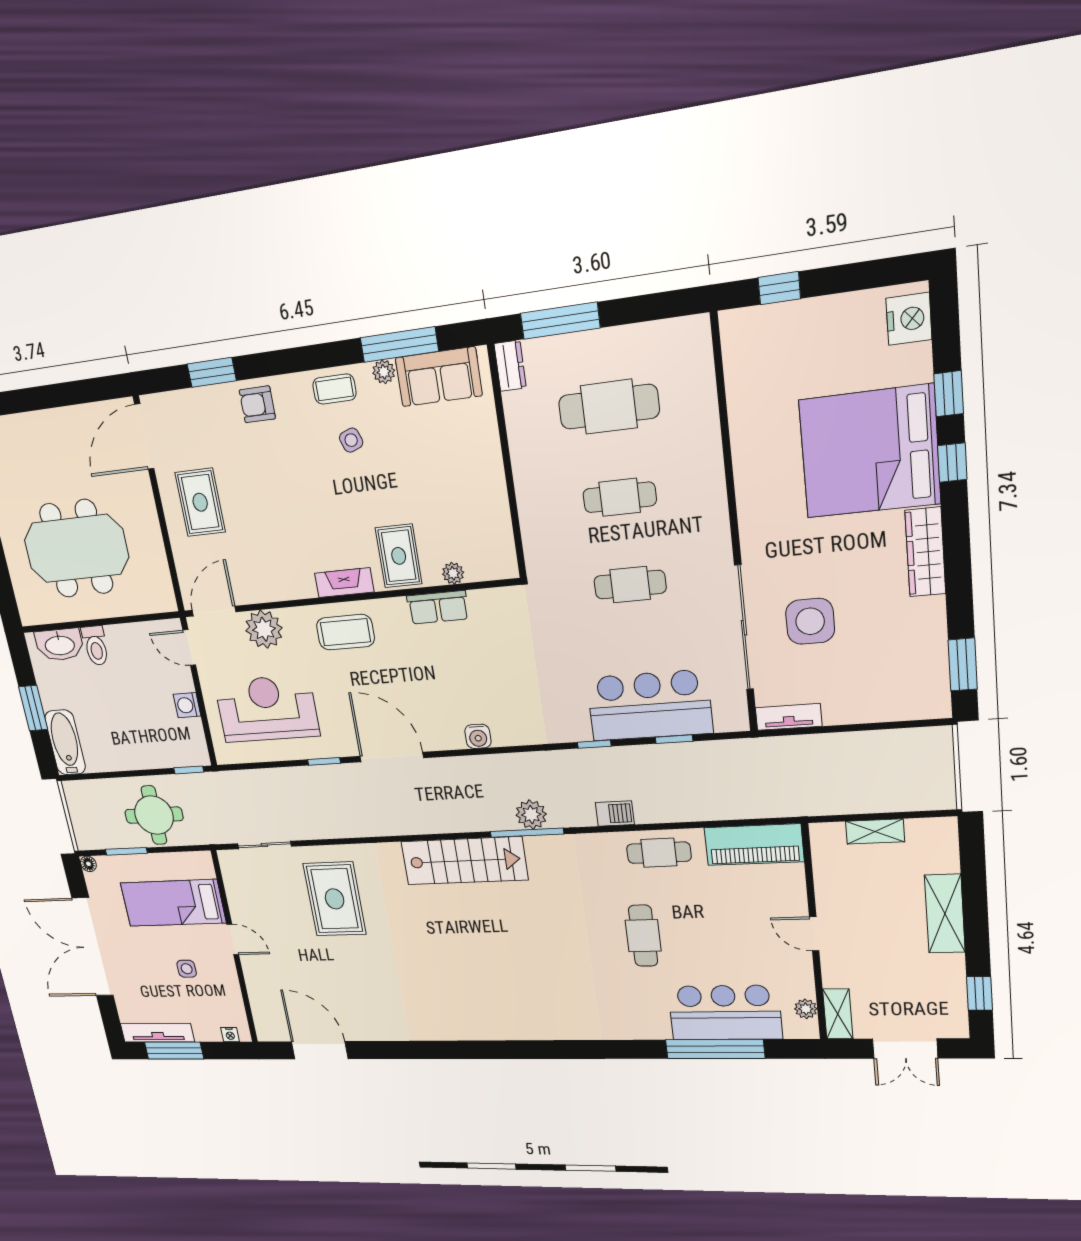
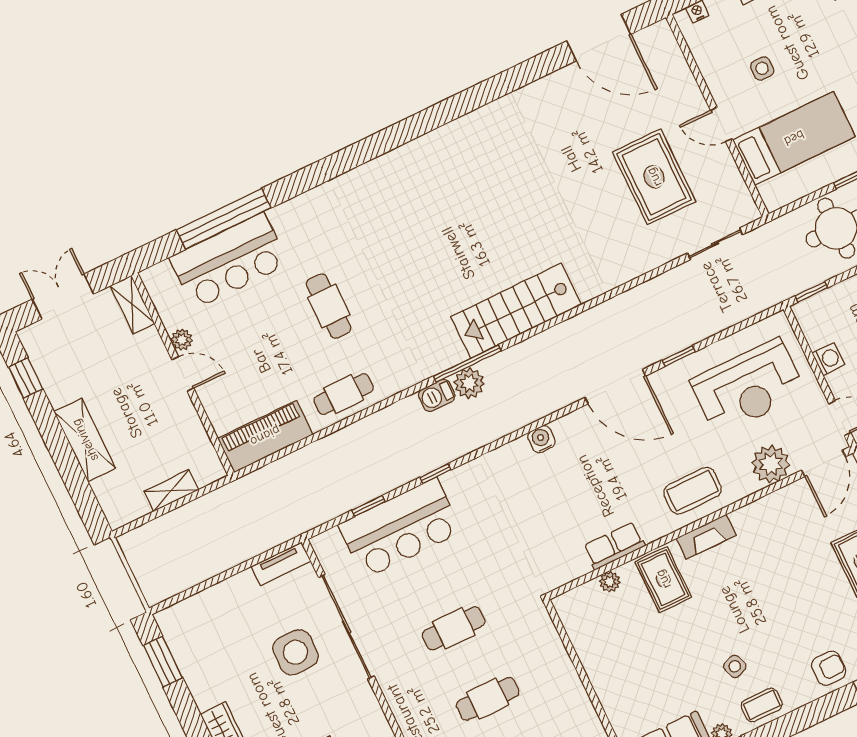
barbecue: (615, 813) -> (437, 395), moved
rug: (335, 899) -> (654, 177), moved
plant: (806, 1009) -> (182, 340), moved

